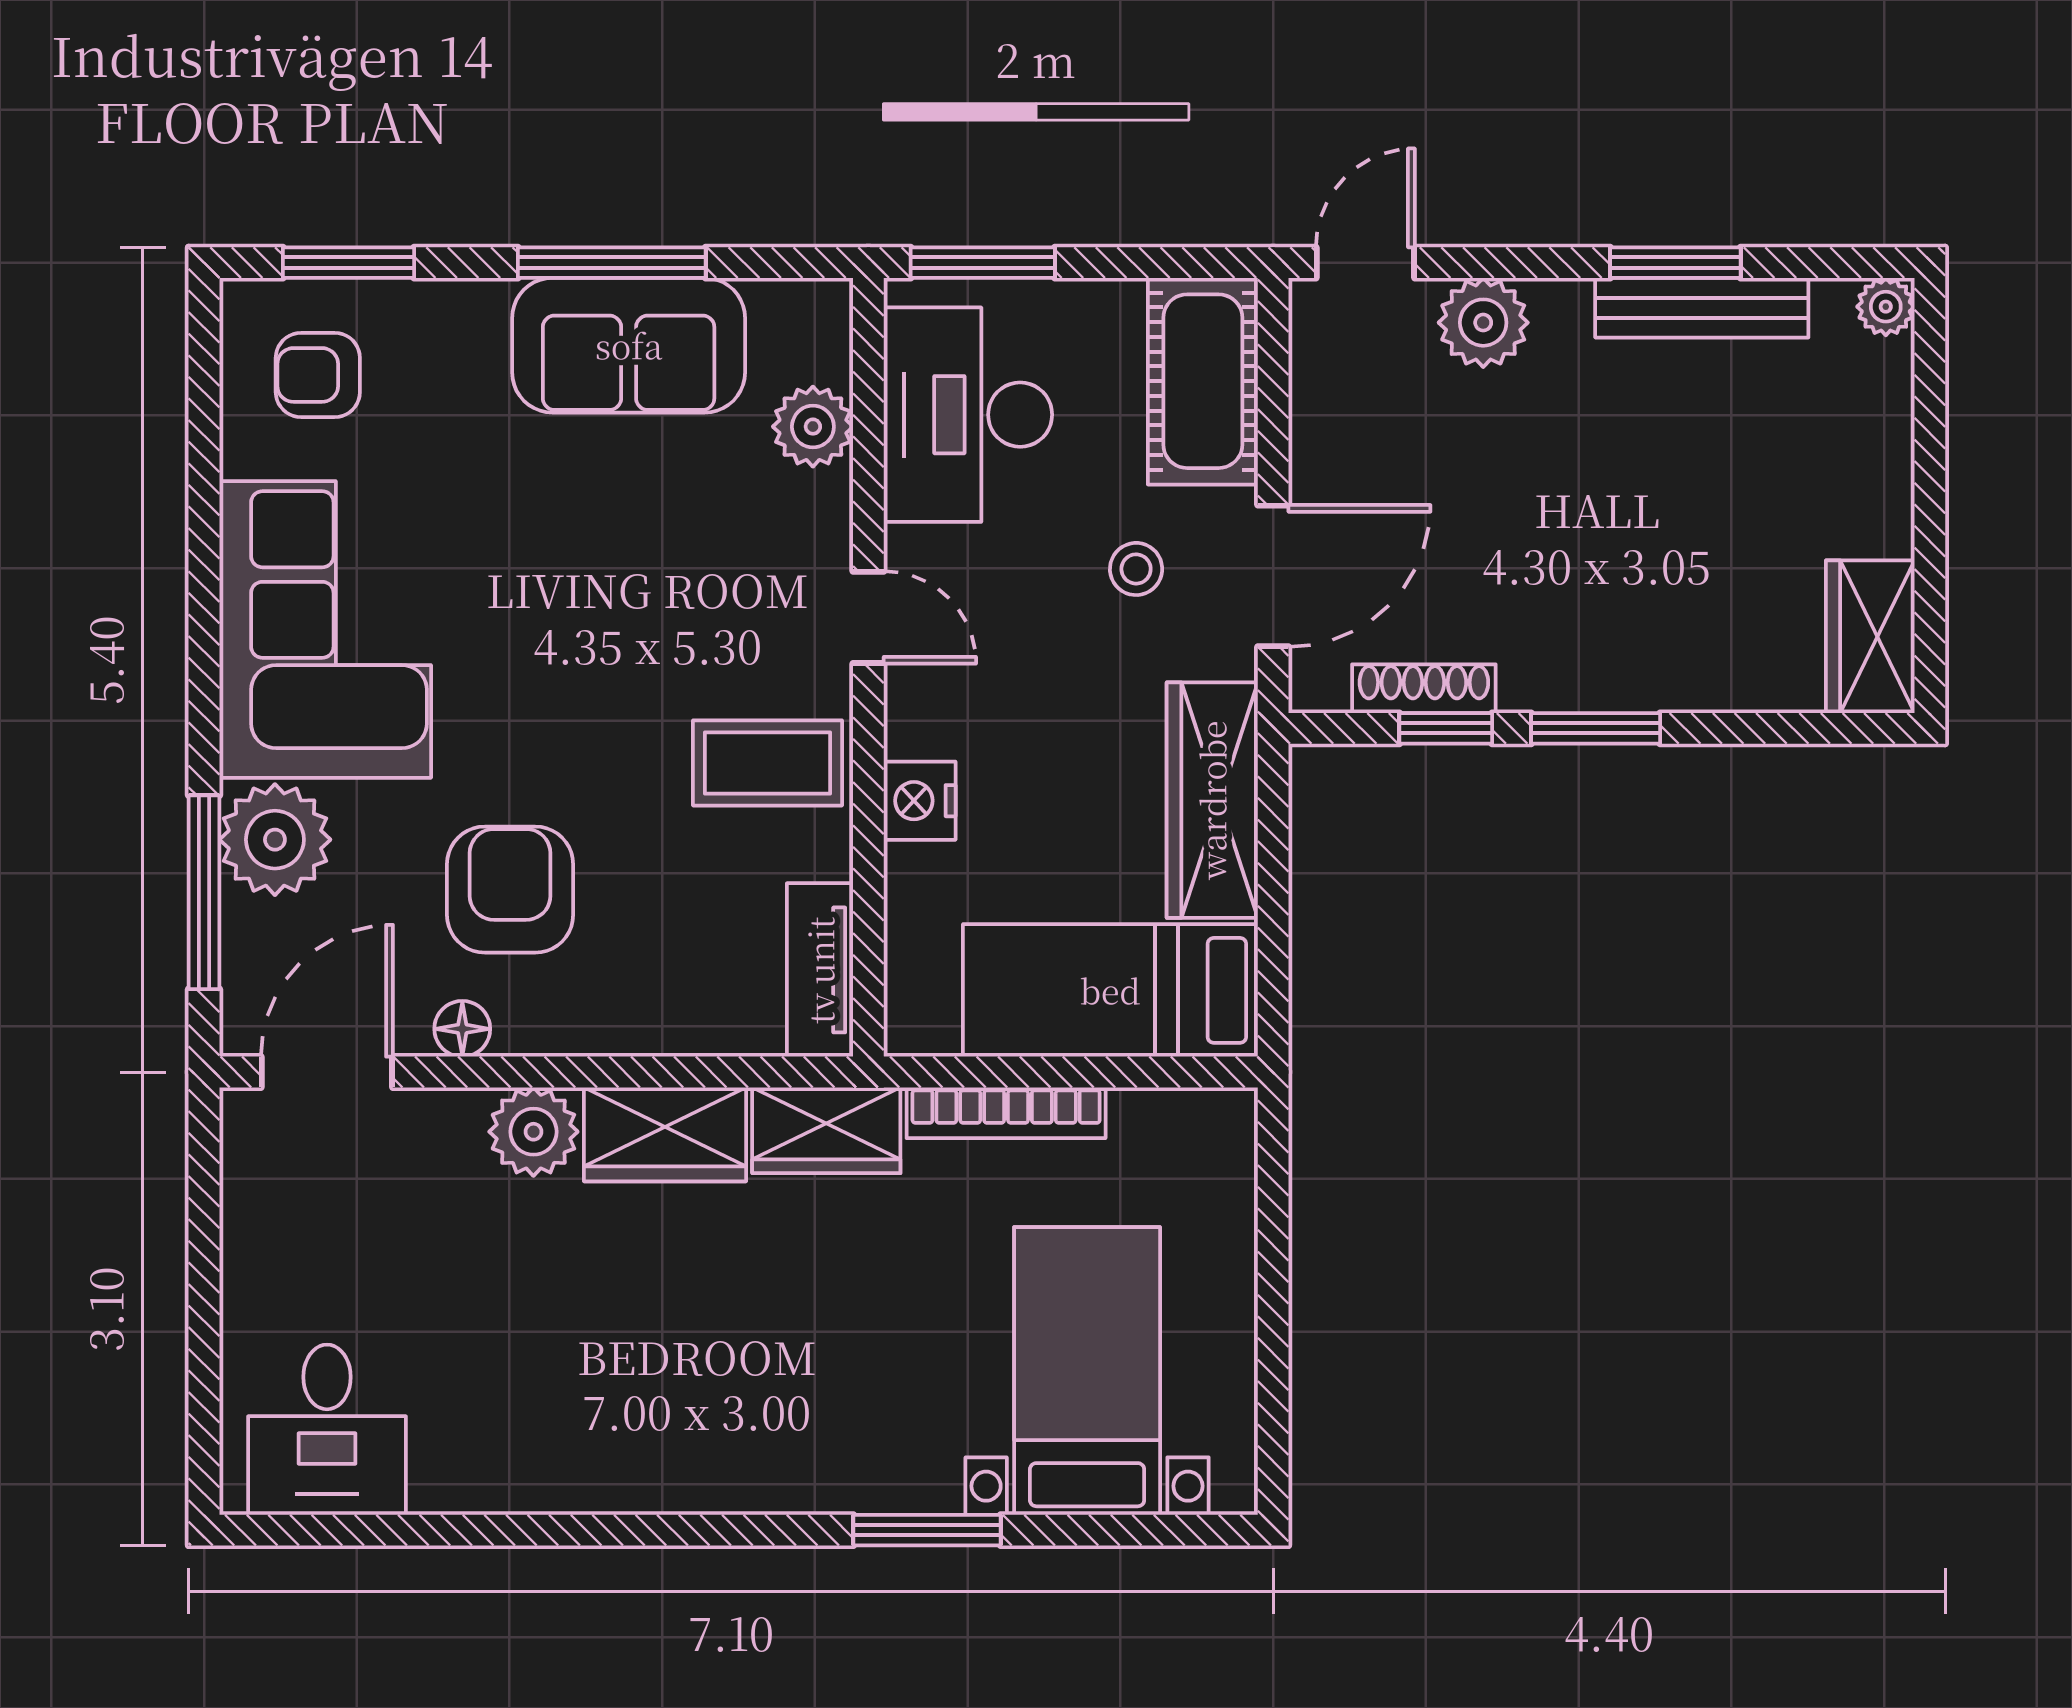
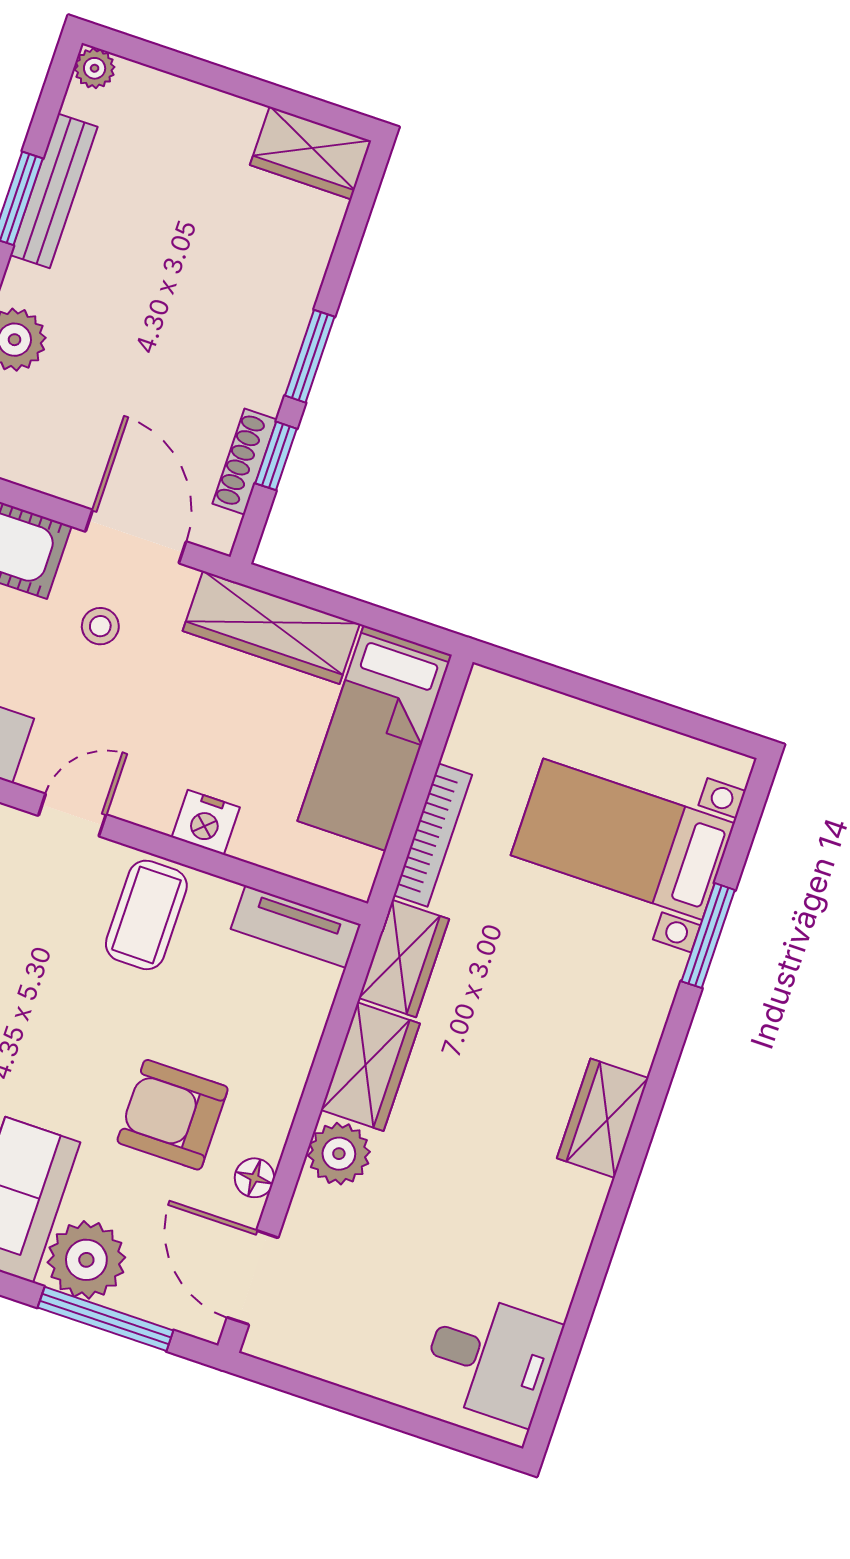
wardrobe: (702, 1471) -> (603, 1118), added
window: (927, 1530) -> (708, 936), moved

